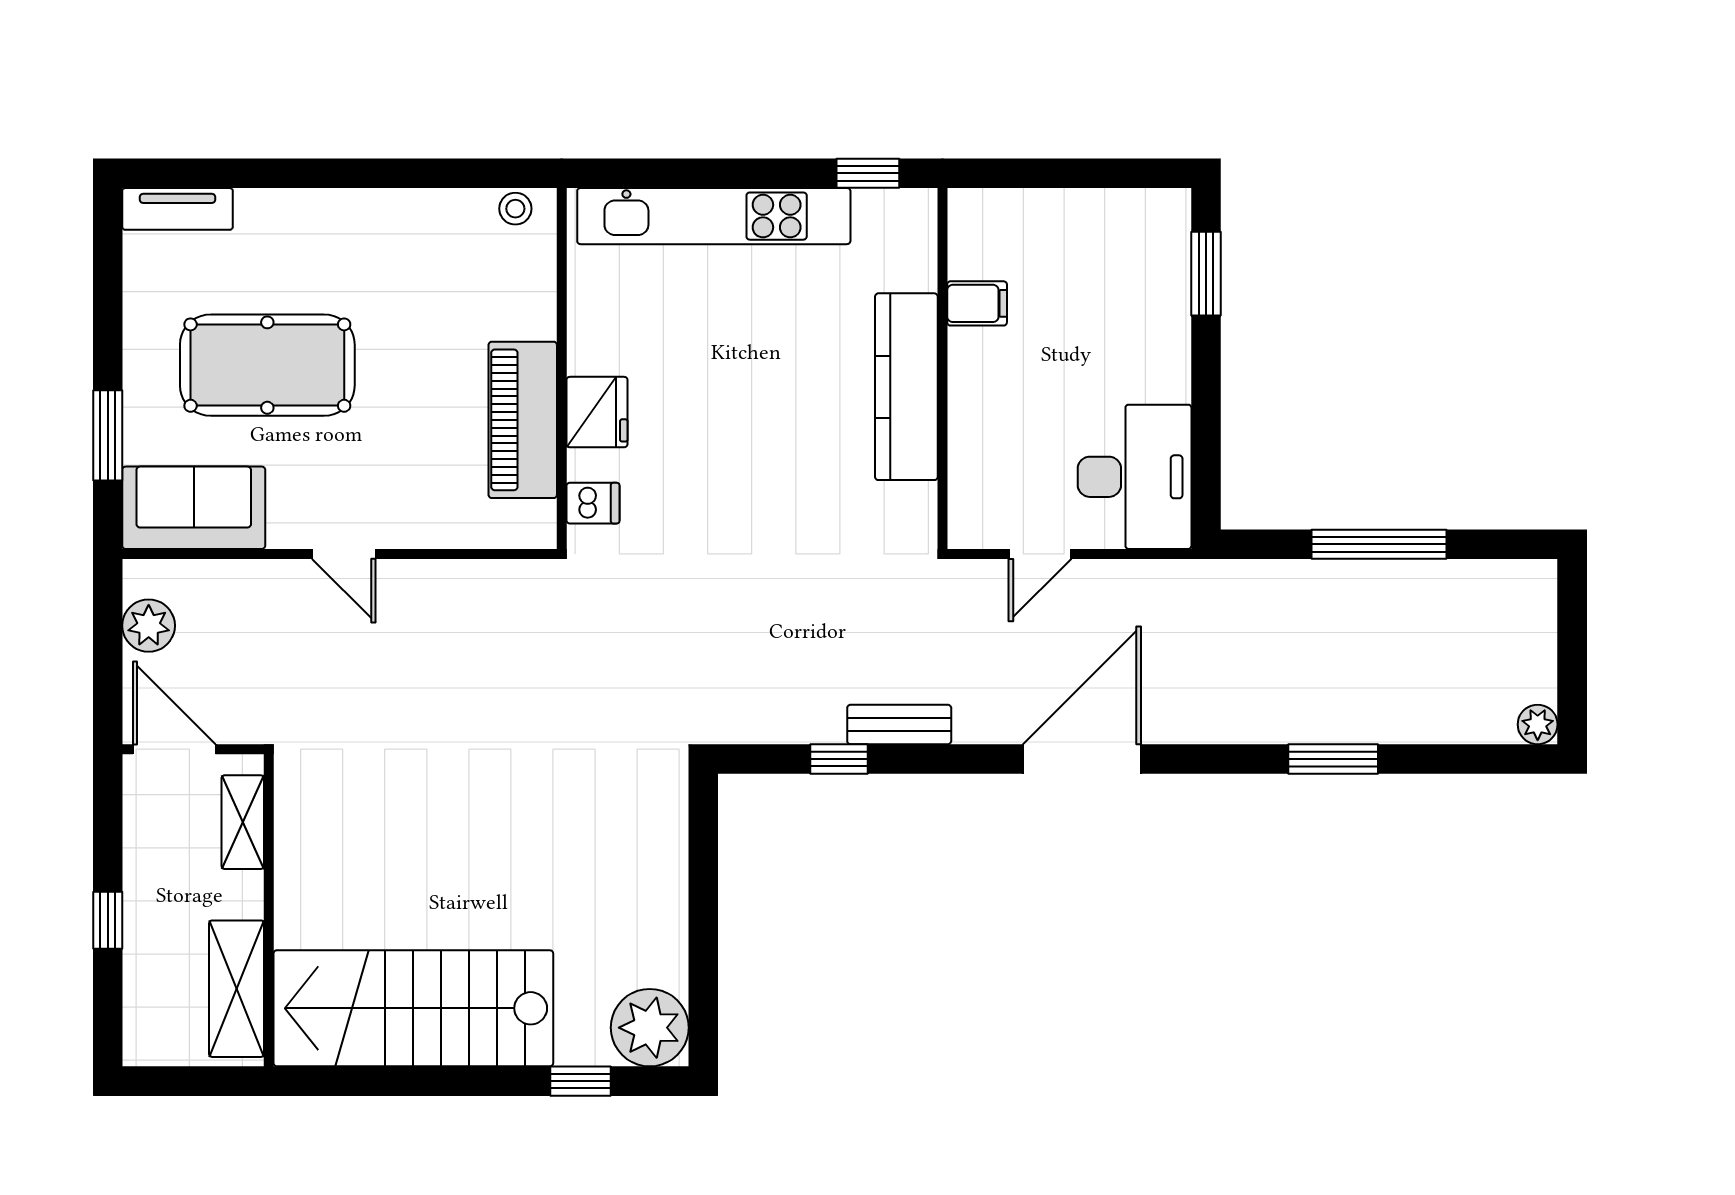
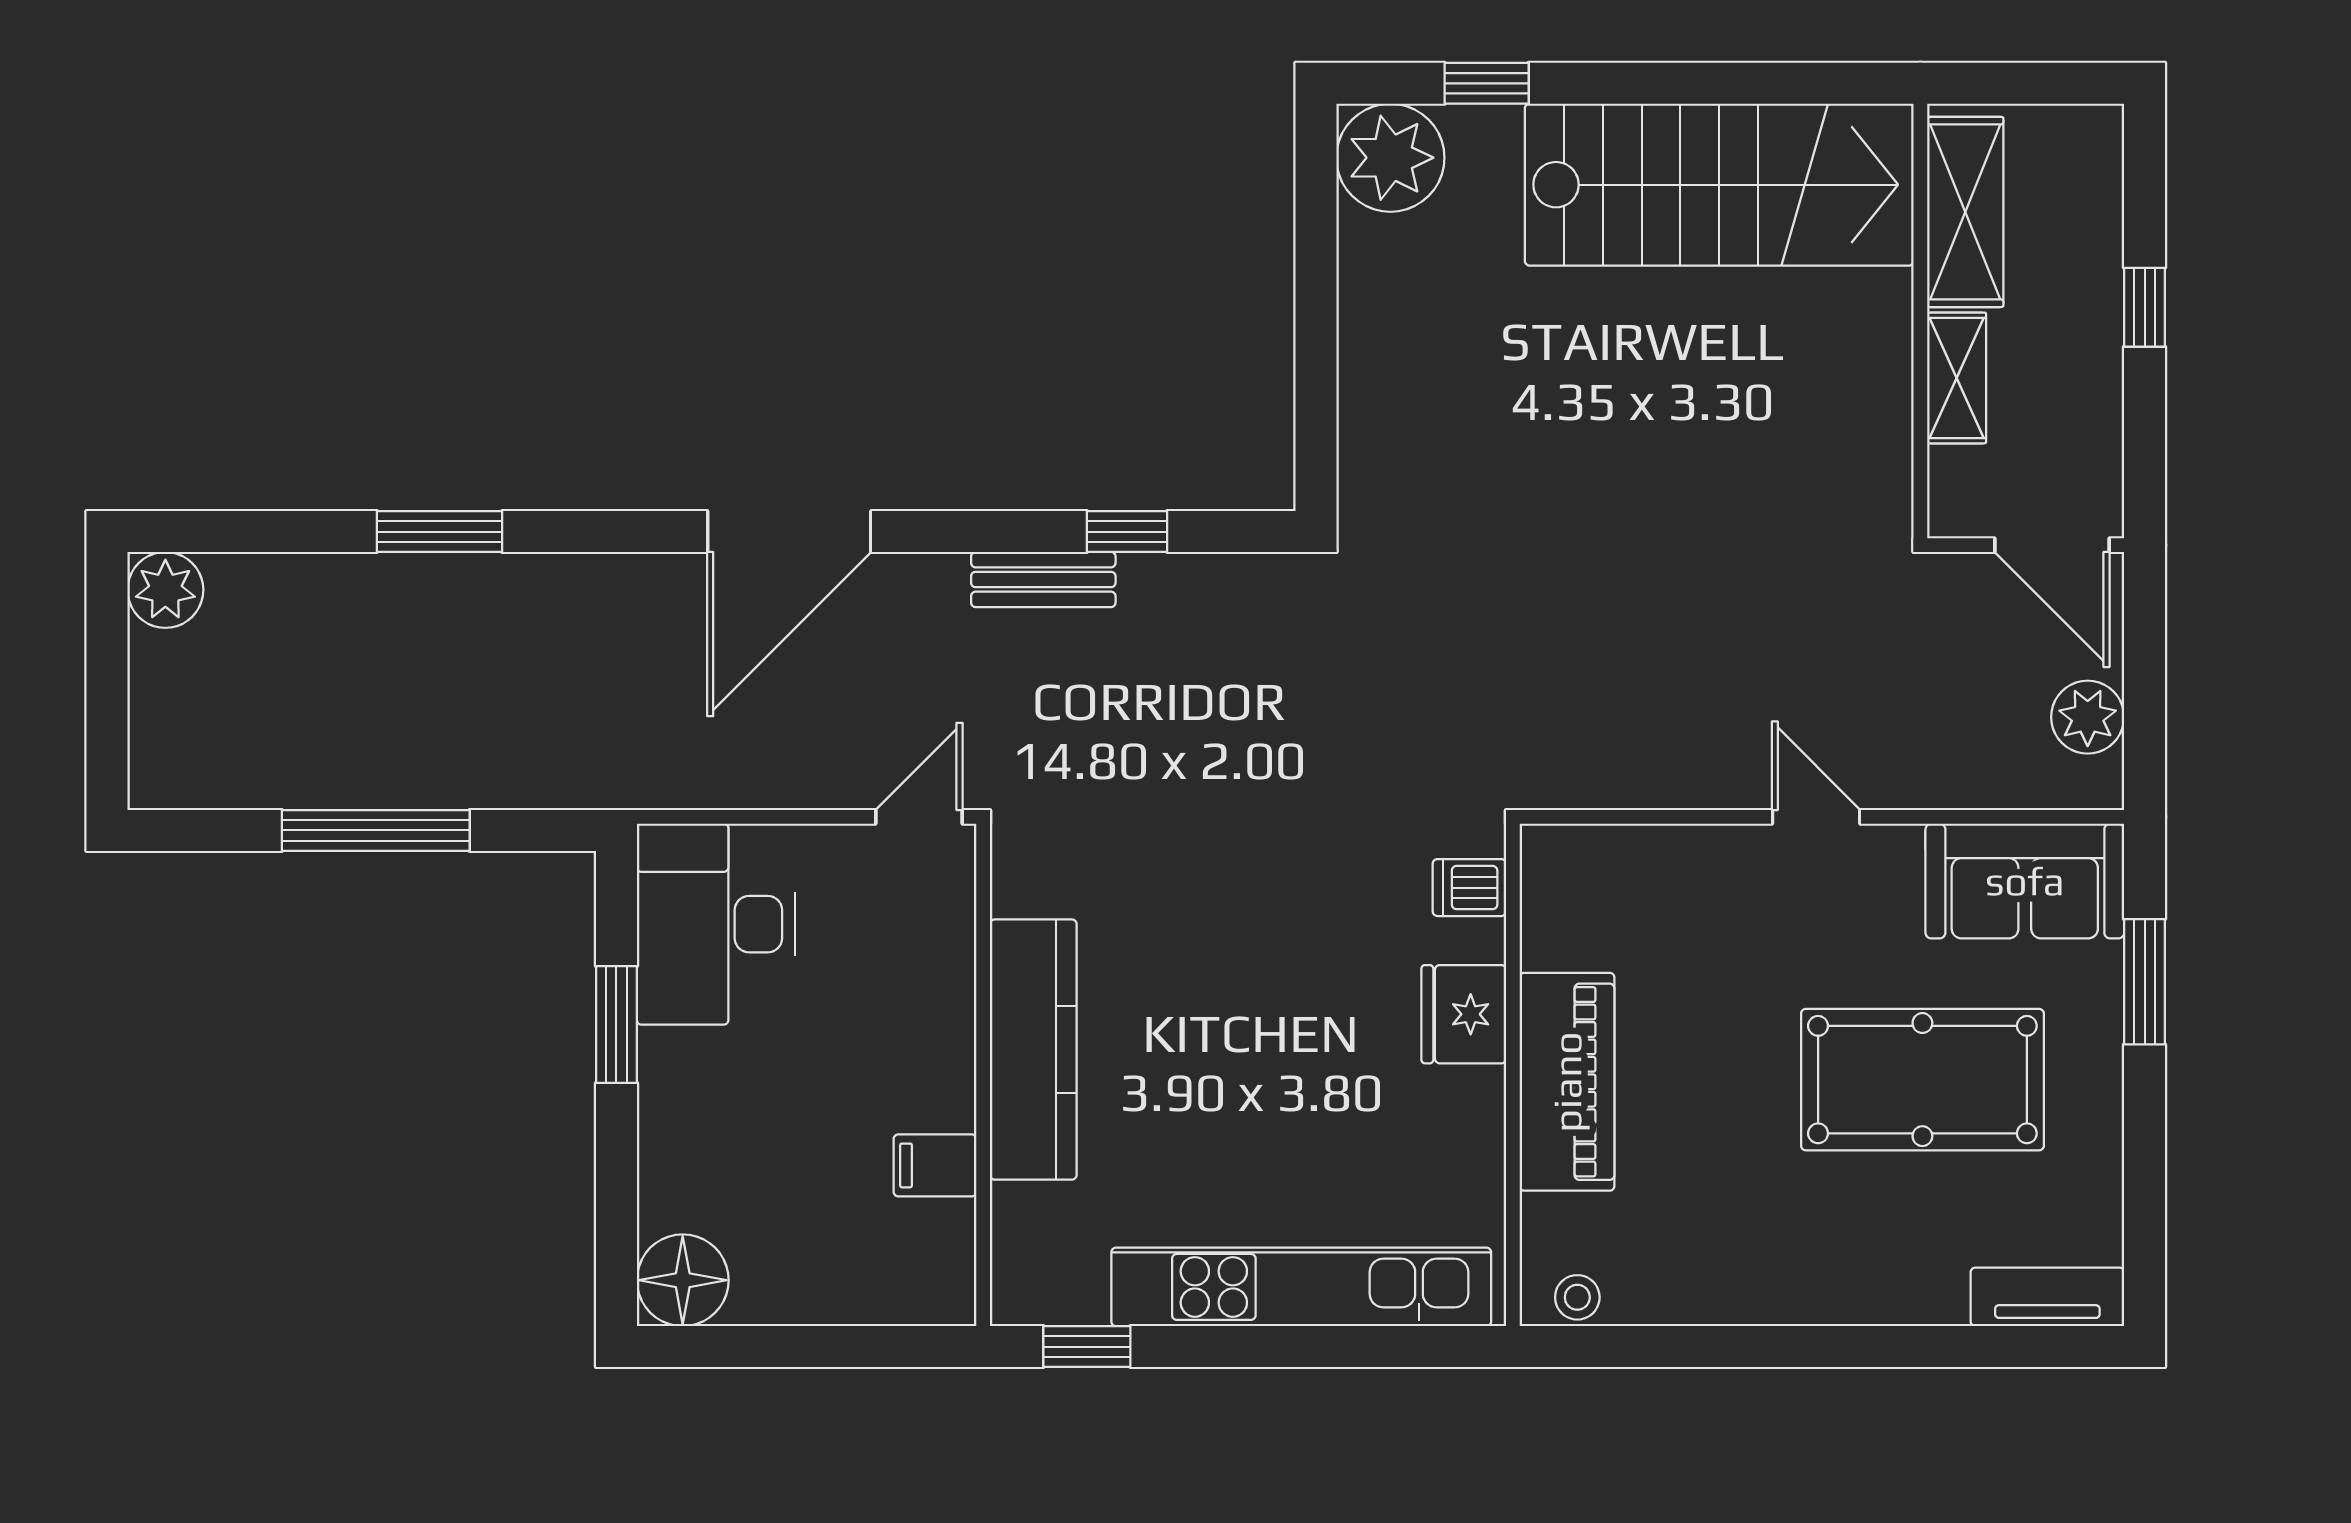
floor lamp: (1158, 221) -> (683, 1280), added
window: (1206, 274) -> (616, 1024), moved
piano: (523, 420) -> (1567, 1082), moved
door: (1040, 554) -> (919, 817), moved
plant: (1538, 724) -> (165, 590), width x1.38, depth x1.38
shelving: (243, 822) -> (1957, 378), moved

